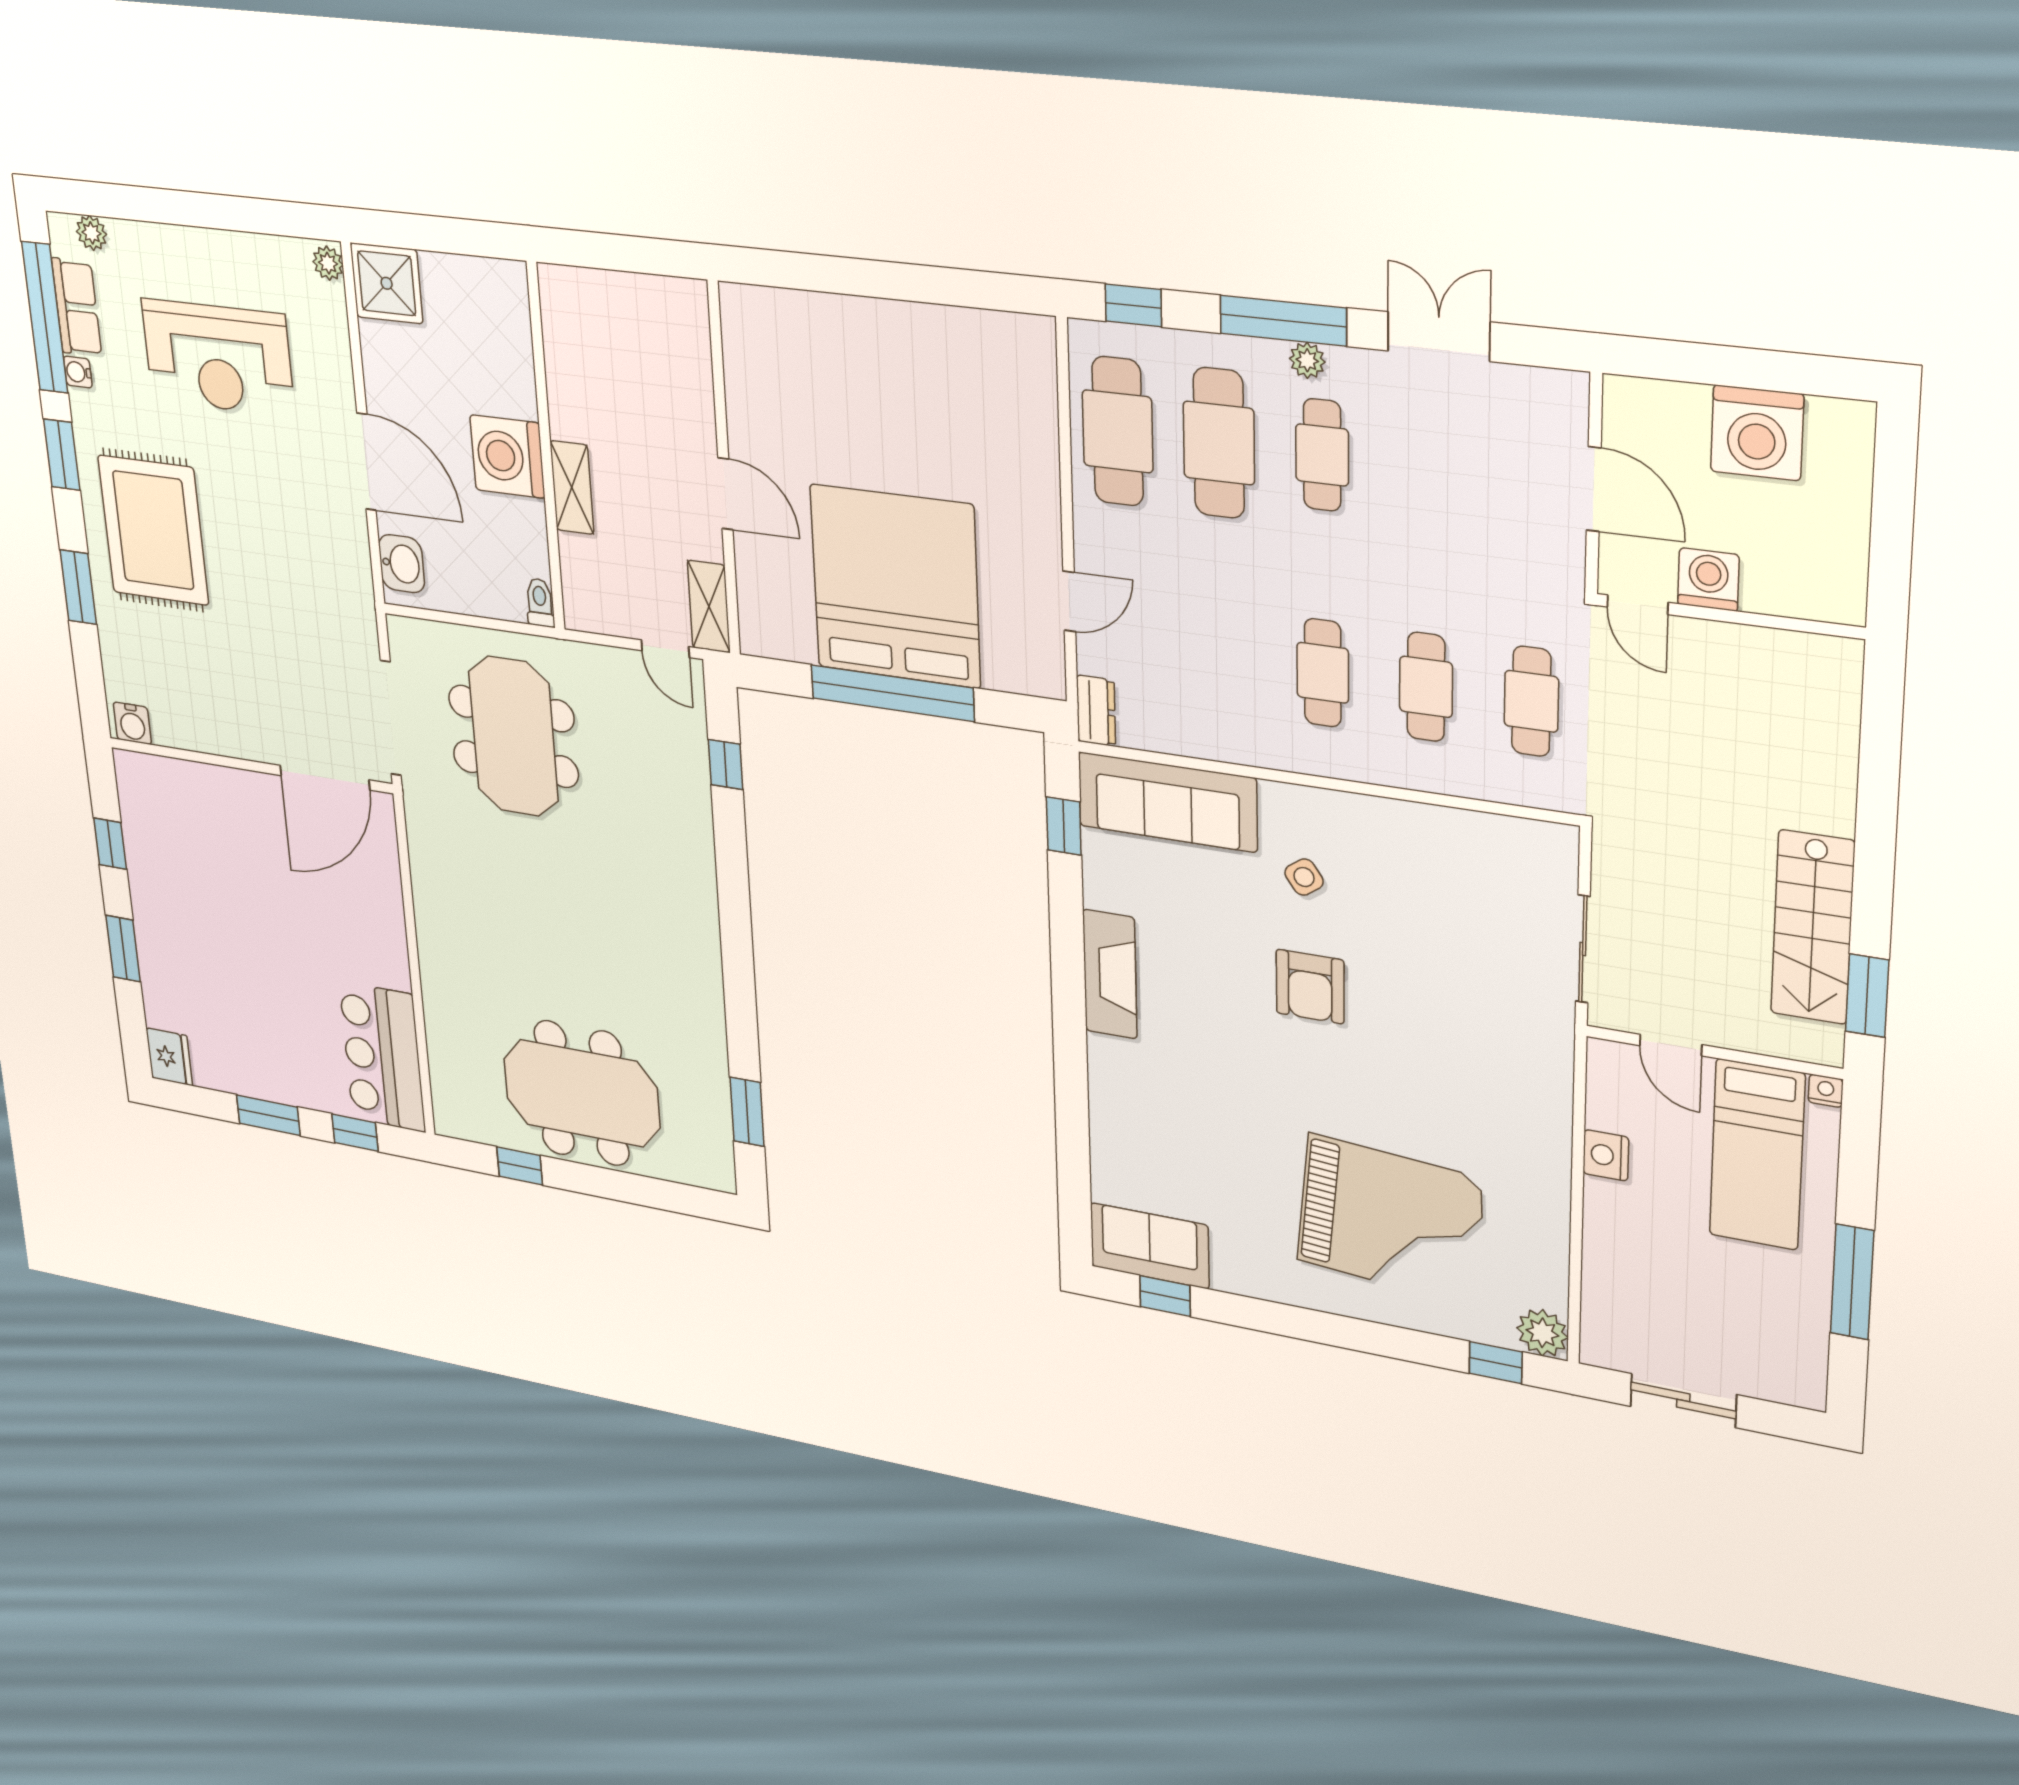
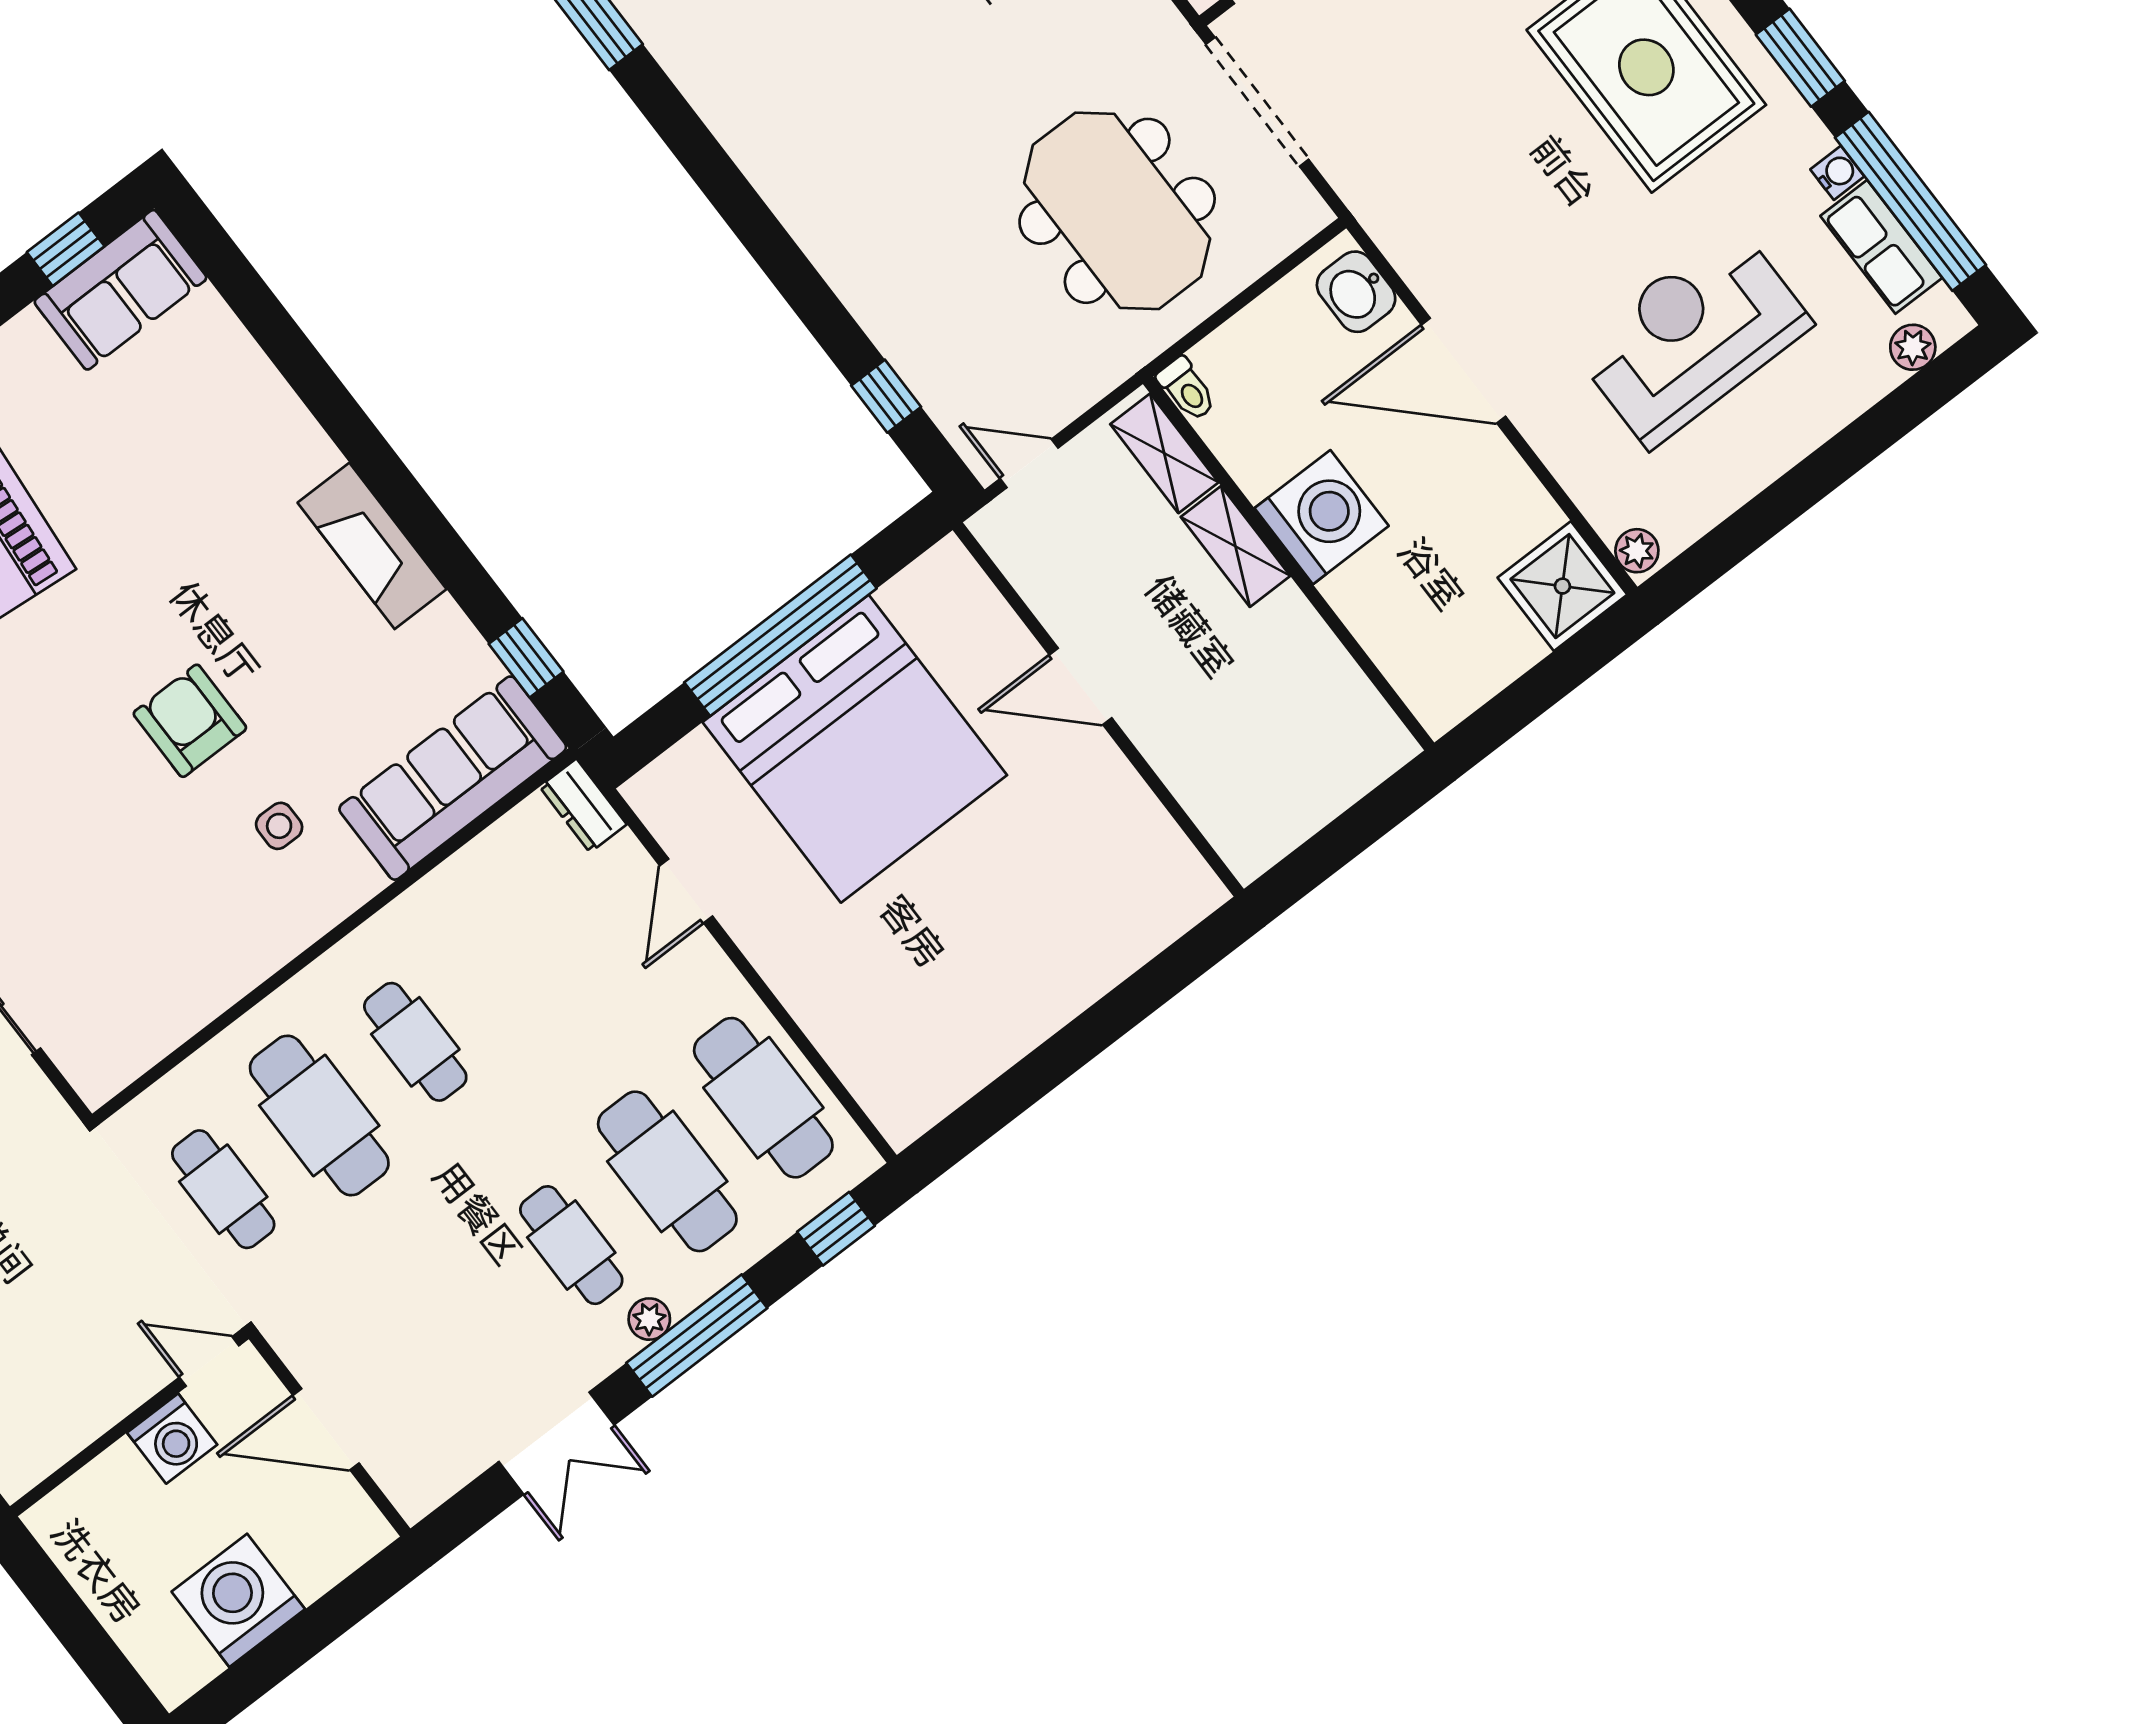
shelving: (709, 607) -> (1164, 453), moved
cafe table: (1426, 687) -> (319, 1115), width x1.37, depth x1.35
side table: (1304, 877) -> (279, 826), turned 35

